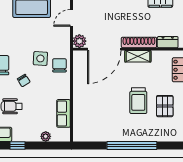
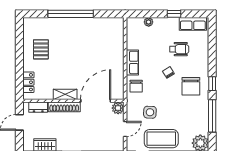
side table: (40, 58) -> (150, 112), moved
trolley: (138, 101) -> (65, 54), removed
row of seats: (64, 113) -> (132, 62), moved

